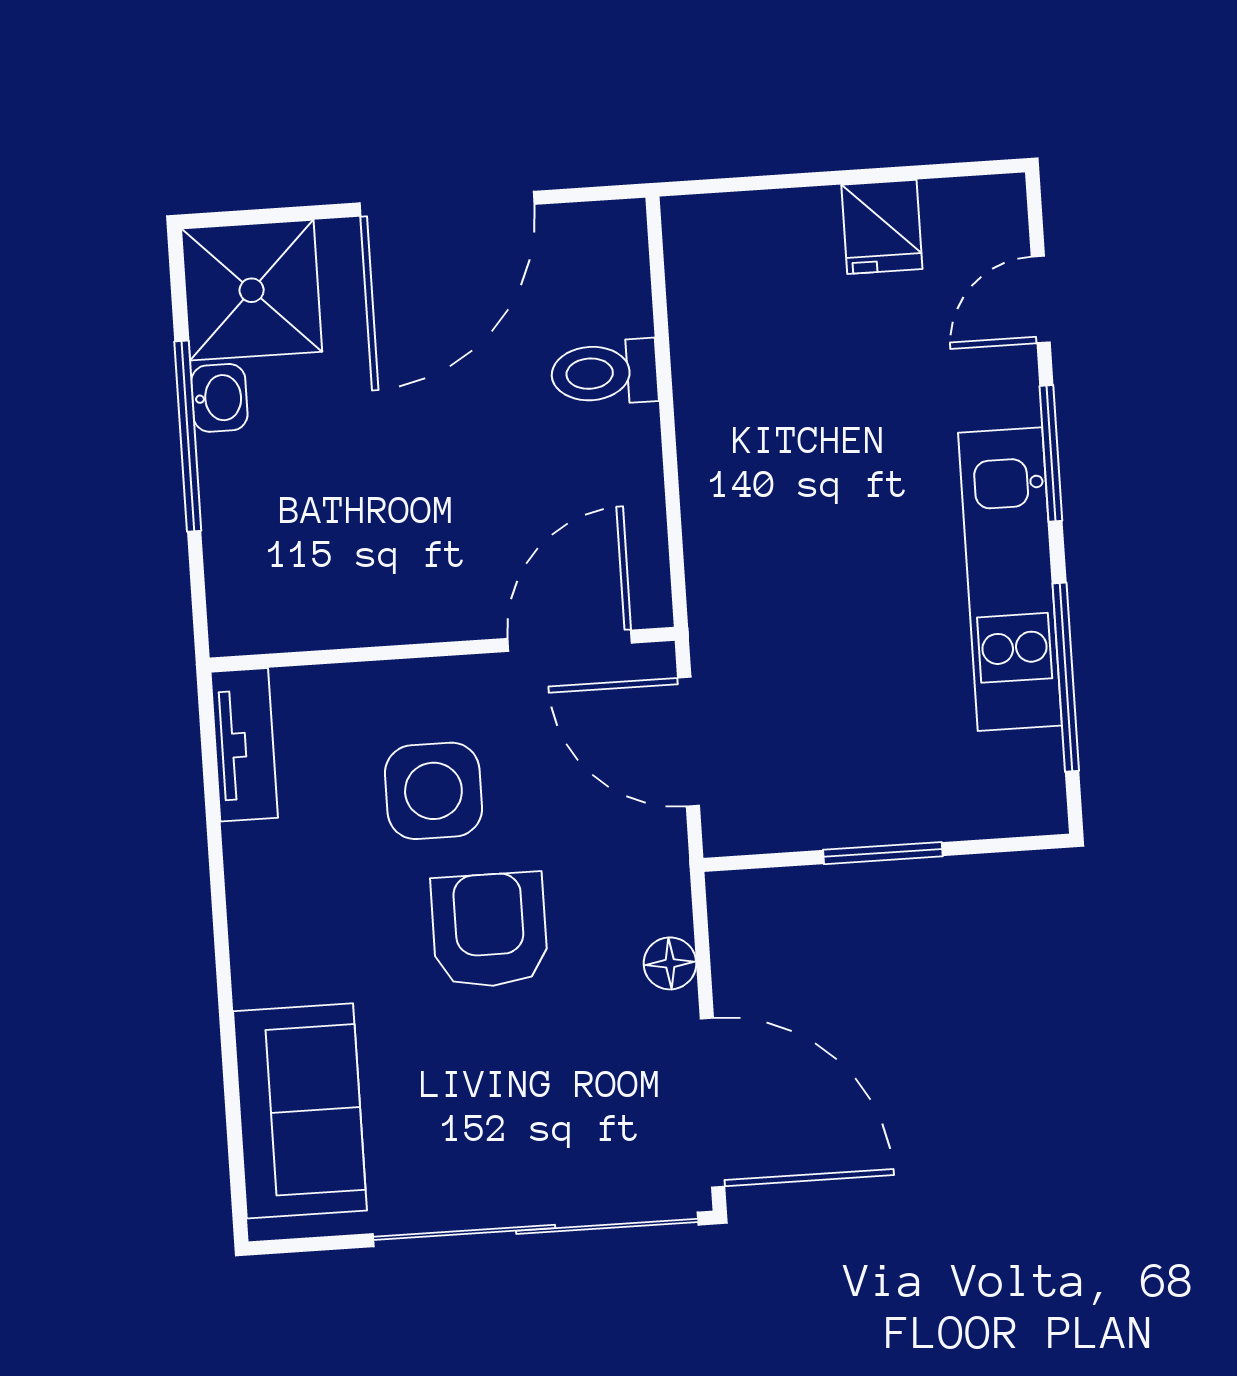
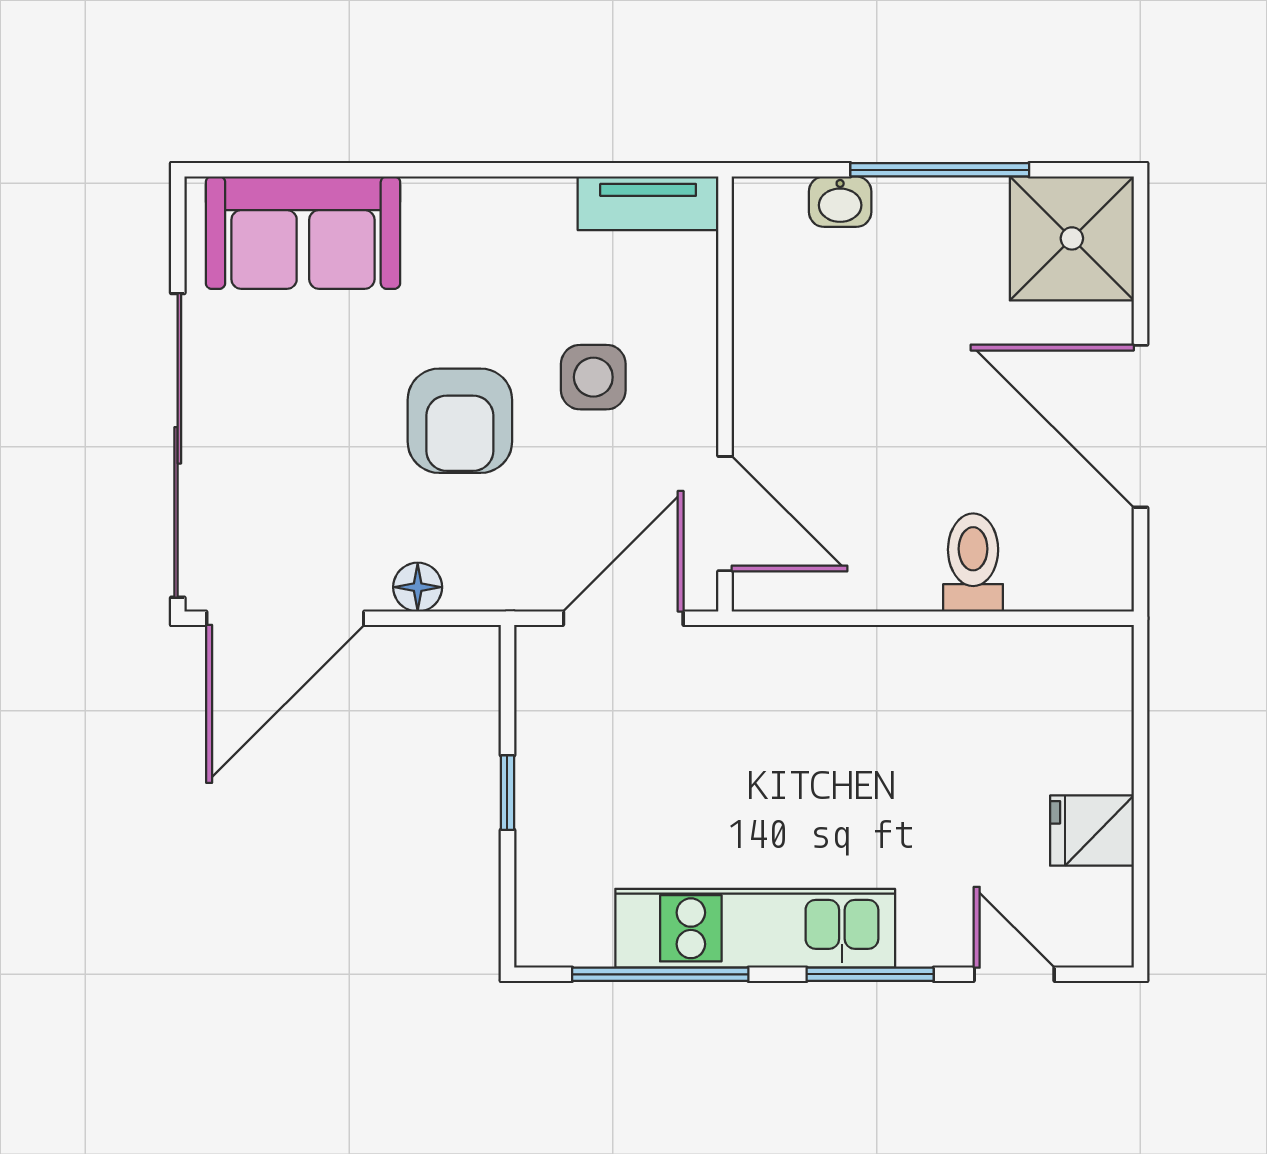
washbasin: (219, 398) -> (840, 202), moved
side table: (433, 791) -> (593, 377), width x0.73, depth x0.73
window: (883, 853) -> (507, 793), width x0.67
armchair: (489, 930) -> (460, 421), turned 90

